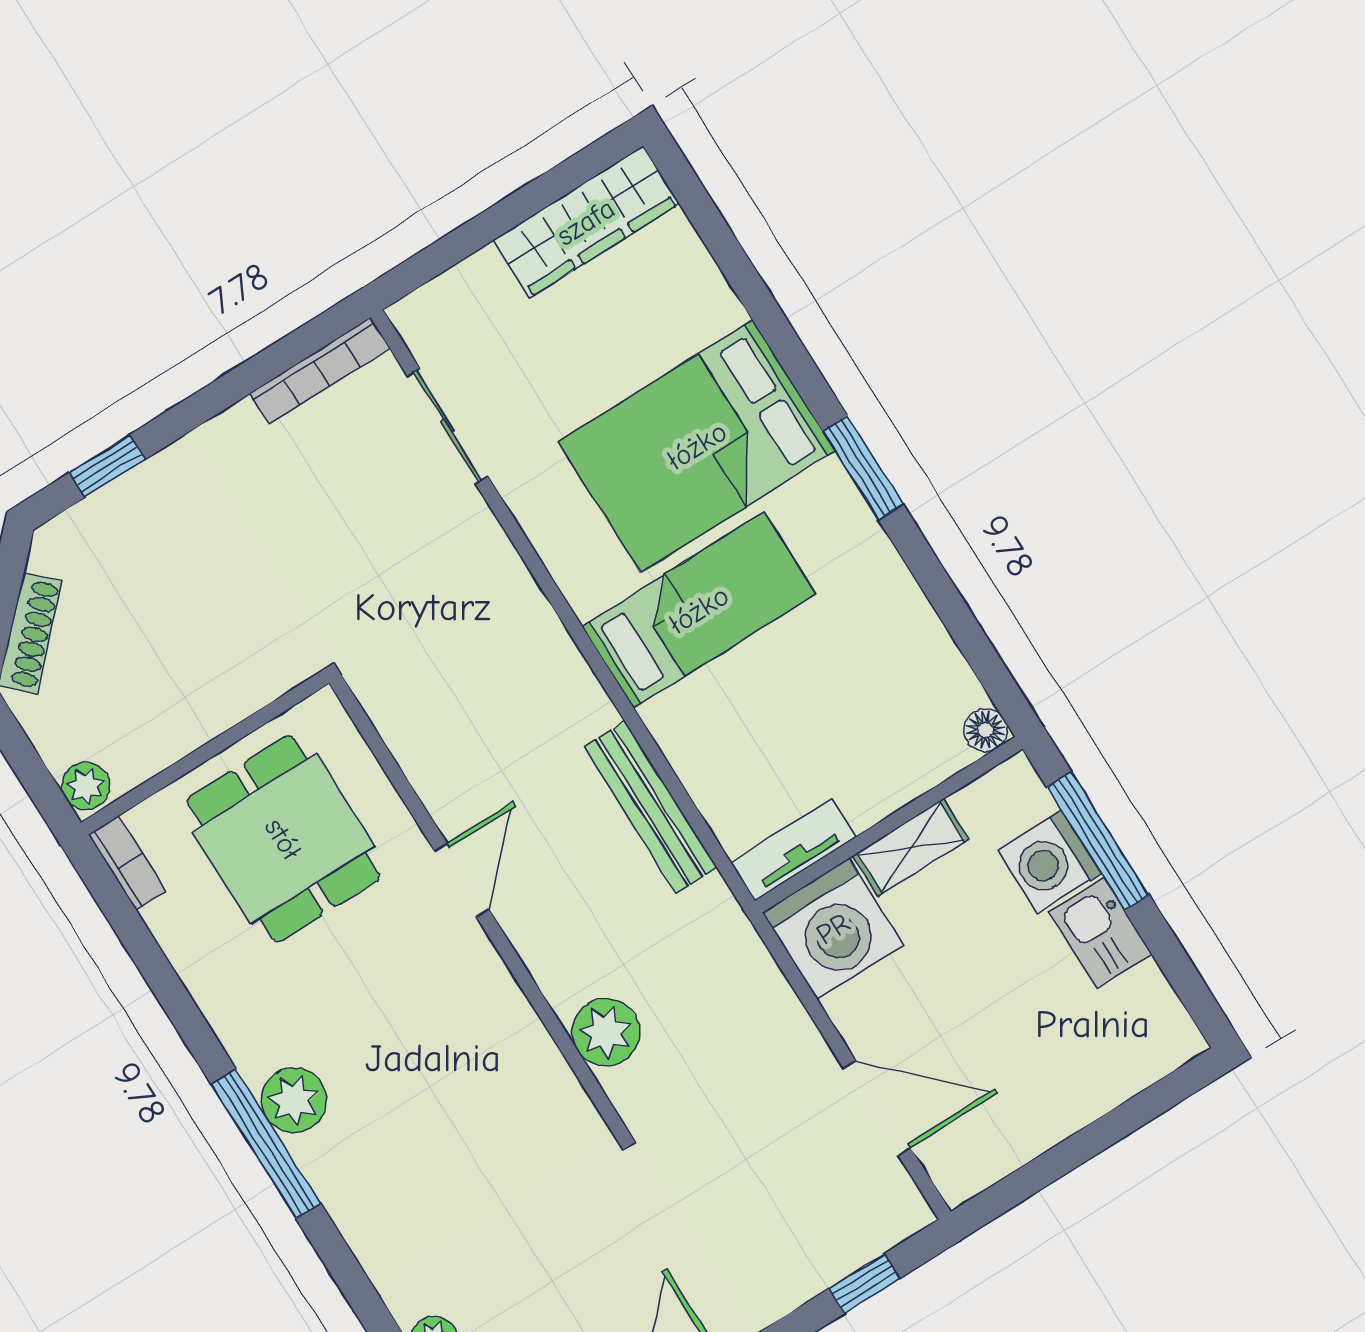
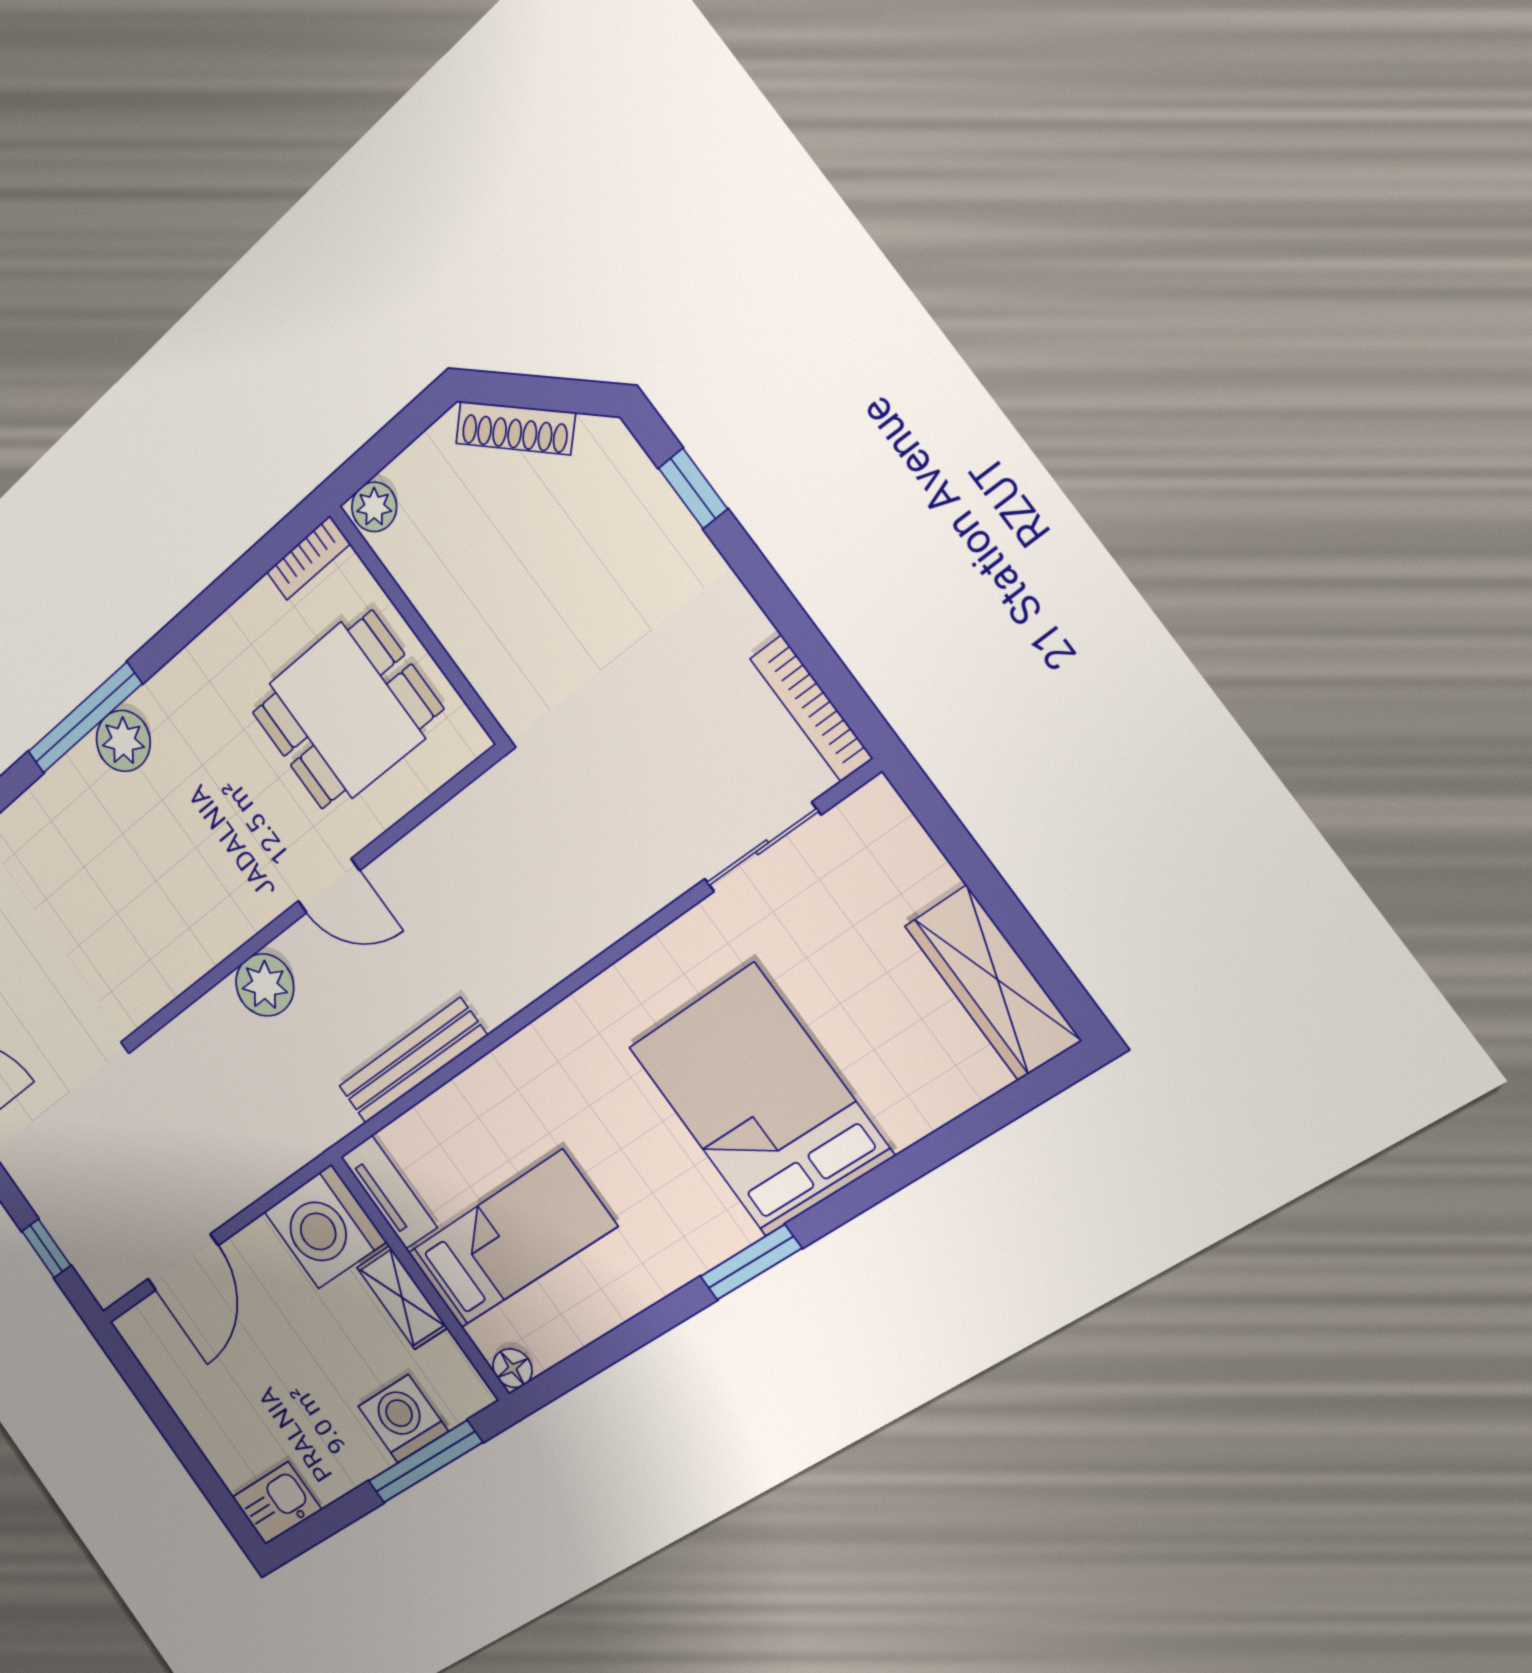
bed: (699, 610) -> (511, 1240), moved, turned -90
kitchen sink: (1100, 933) -> (277, 1503), moved
plant: (606, 1032) -> (265, 985), moved

